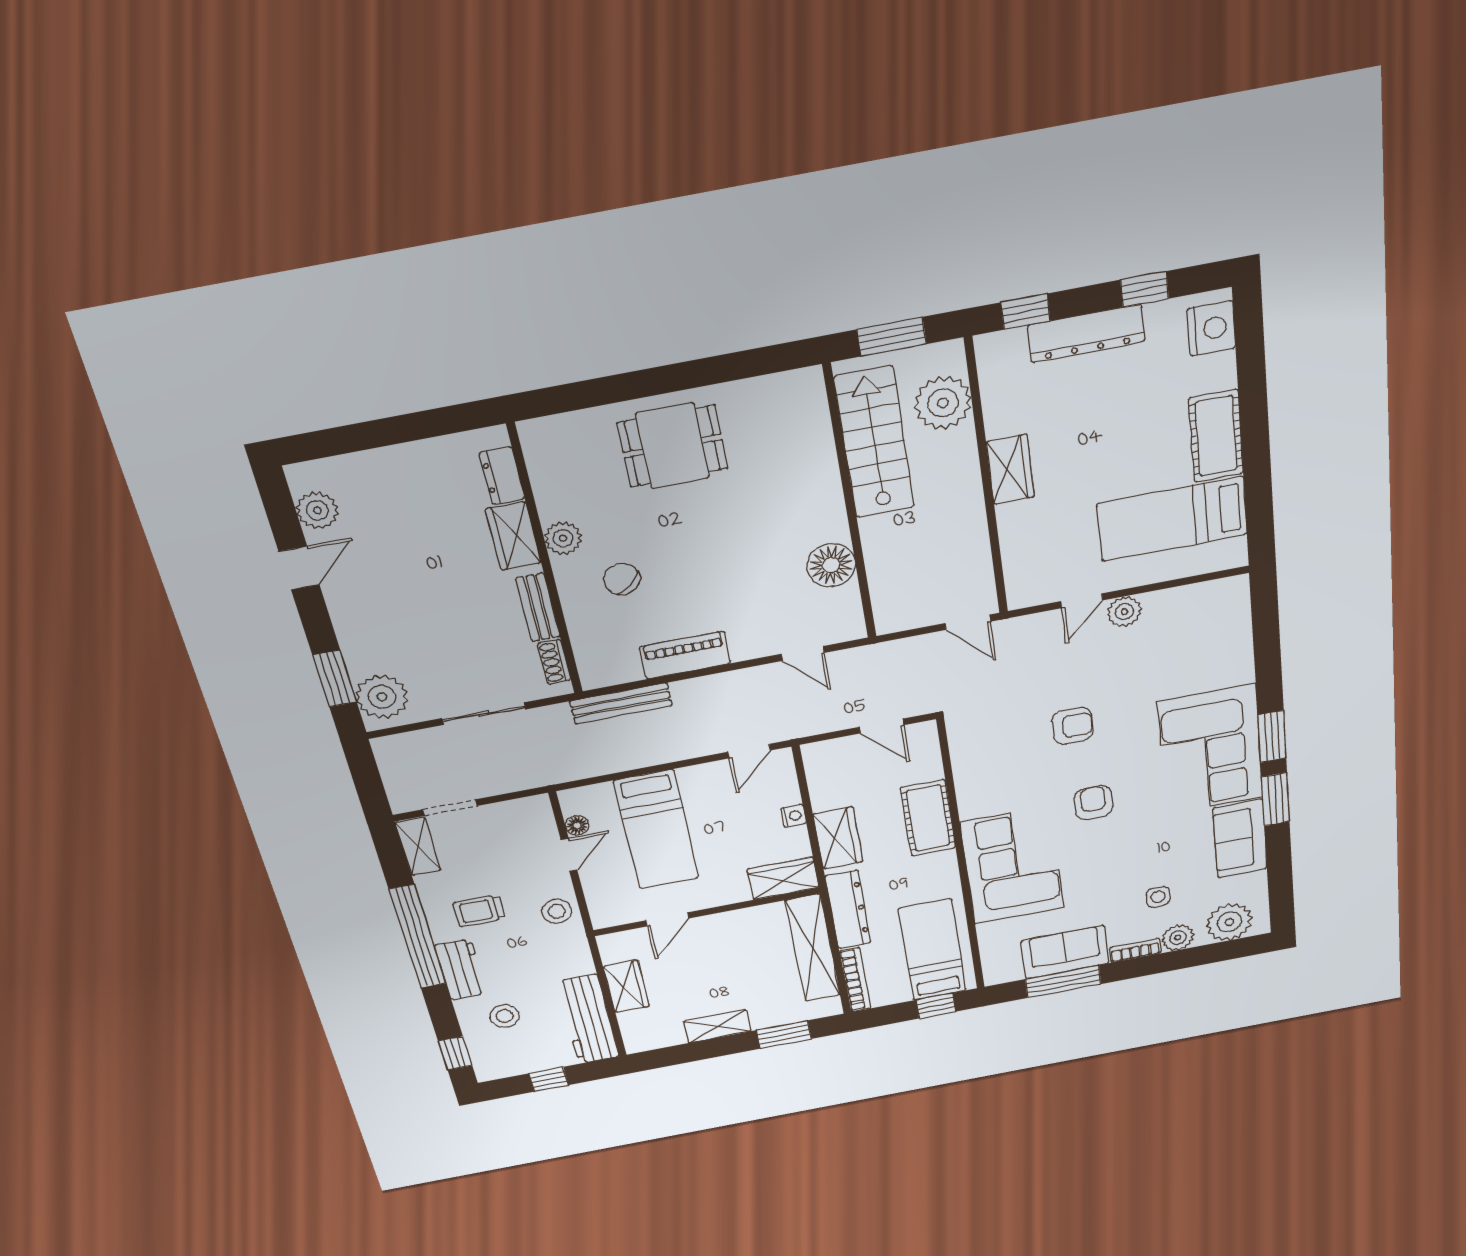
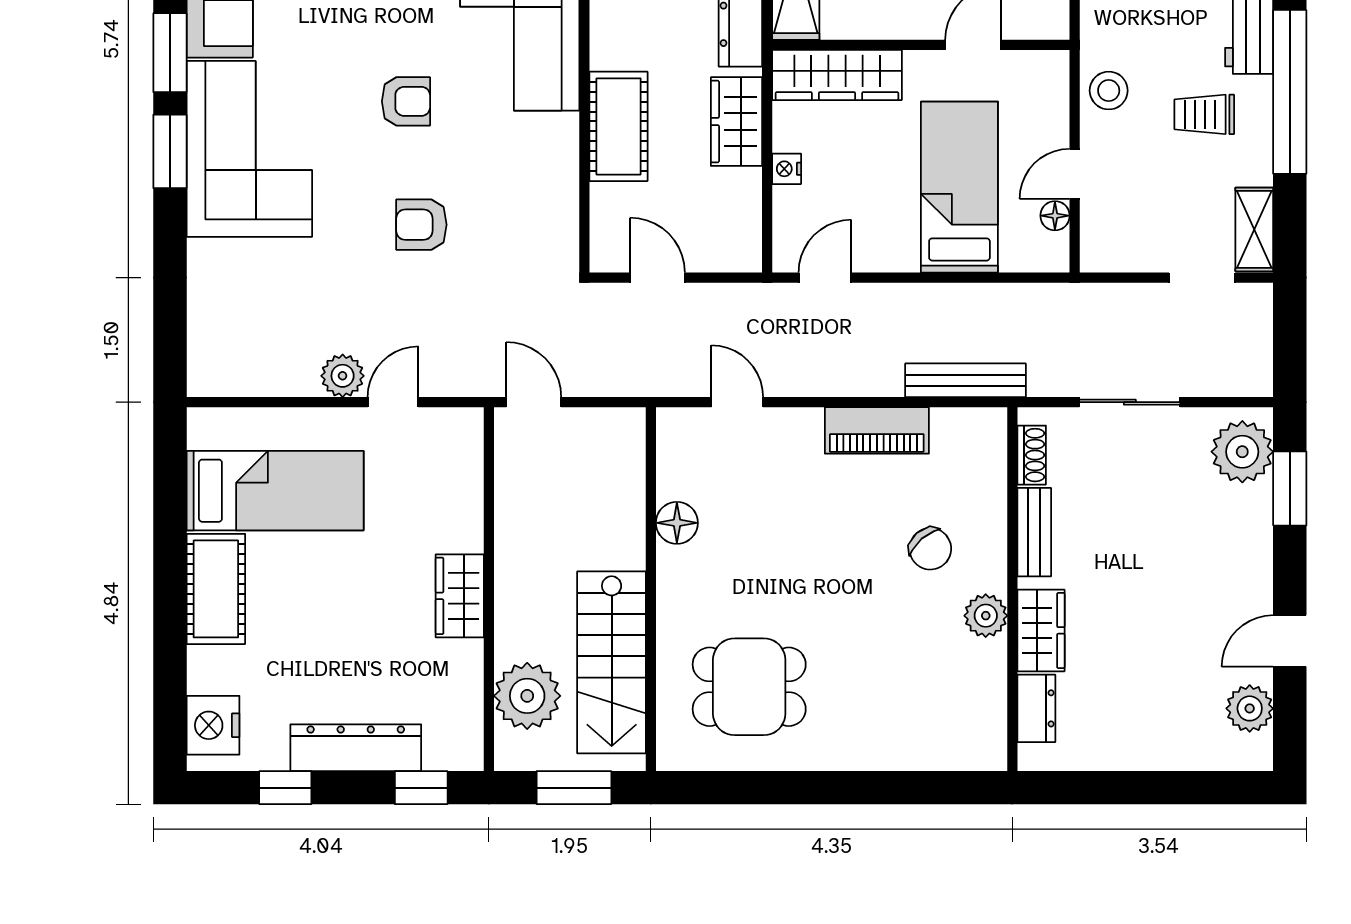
dining table: (673, 446) -> (749, 687), moved
floor lamp: (831, 565) -> (677, 523), width x0.73, depth x0.73
armchair: (1093, 803) -> (406, 101), turned -90
wardrobe: (783, 878) -> (837, 75), width x1.50
trolley: (479, 911) -> (1204, 114), turned 180

